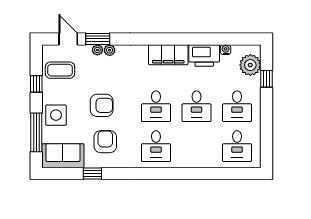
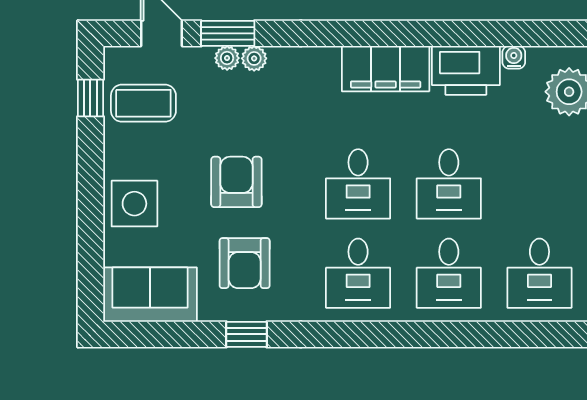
window: (36, 84) -> (90, 98), moved
armchair: (102, 105) -> (236, 182), turned -90
desk: (237, 106) -> (449, 273), moved
window: (36, 132) -> (90, 242), removed
armchair: (105, 142) -> (245, 263), turned 180
window: (92, 173) -> (246, 334), moved

